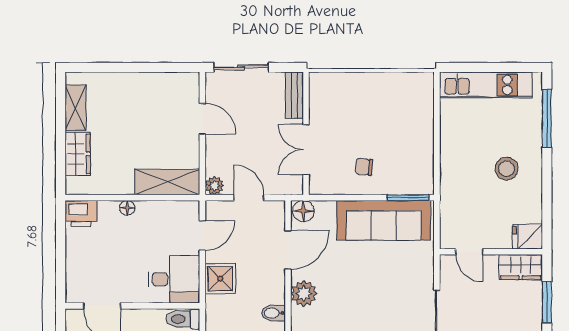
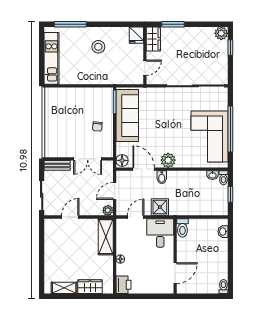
door: (202, 235) -> (136, 217), hinge flipped
bidet: (273, 313) -> (162, 177), moved

